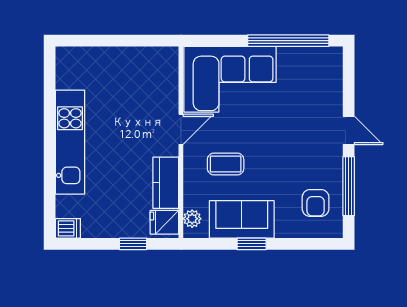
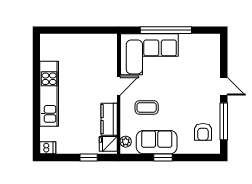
window: (288, 41) -> (166, 30), moved

